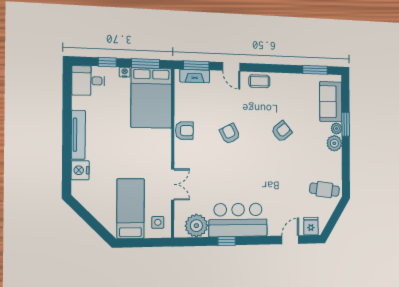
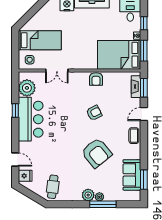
sofa: (331, 102) -> (132, 175), moved, turned -90
window: (346, 124) -> (103, 204), width x1.44
armchair: (282, 131) -> (97, 153), width x1.88, depth x1.88

